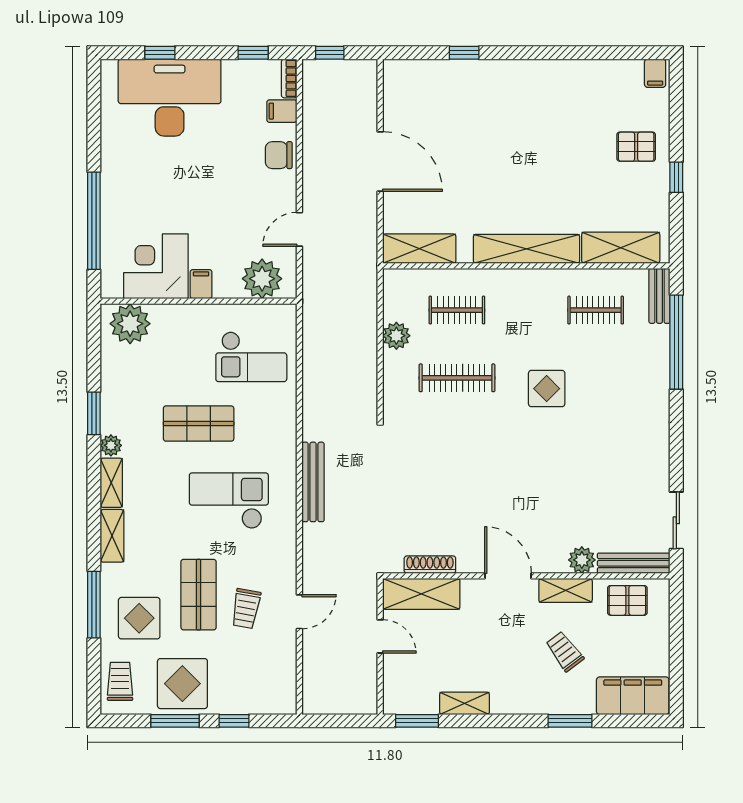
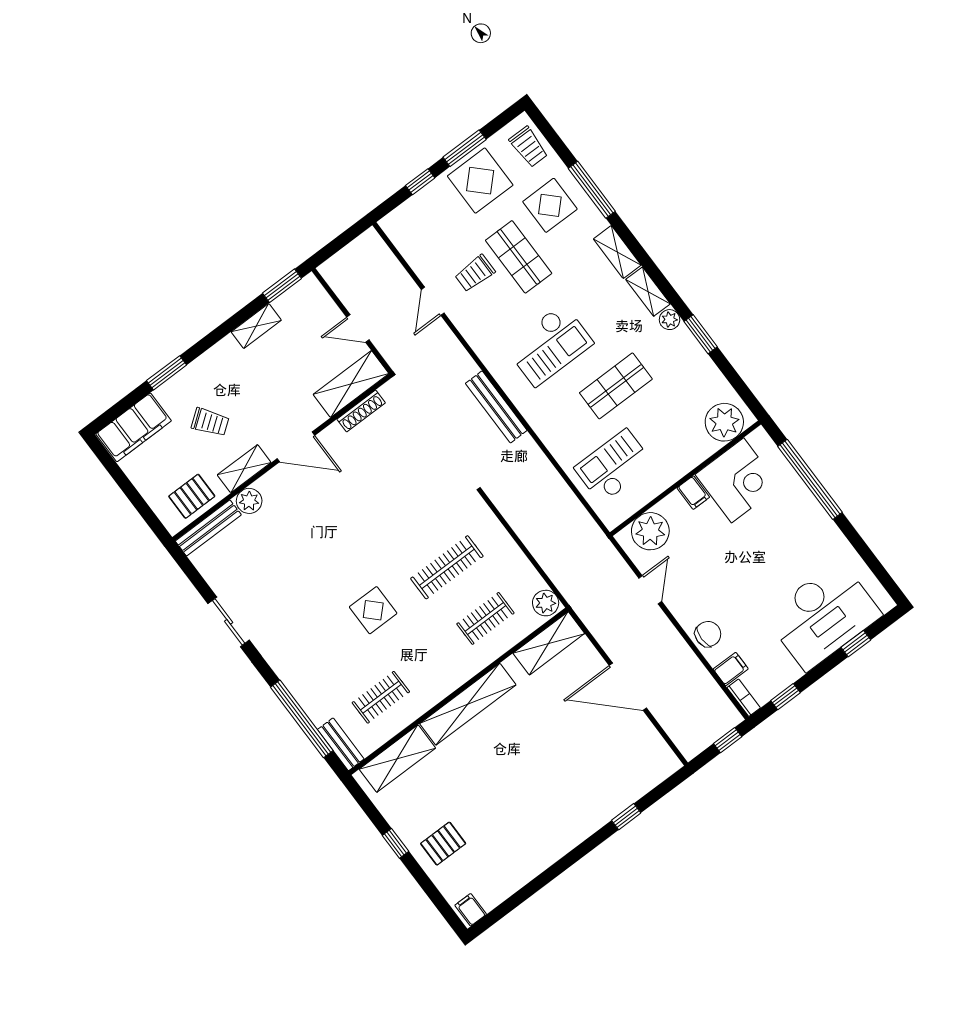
plant: (396, 336) -> (546, 603), moved
sliding door: (676, 520) -> (229, 622), moved
trolley: (246, 609) -> (475, 273), turned -100

